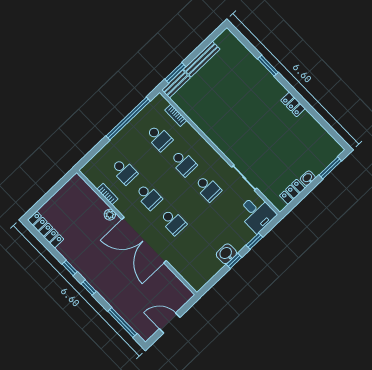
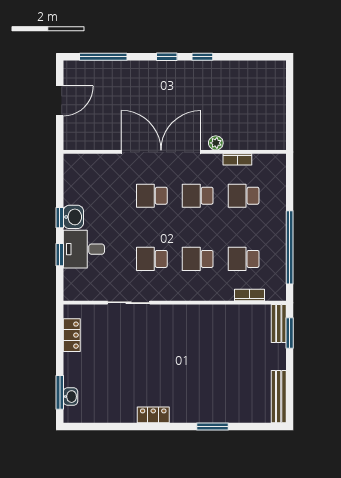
bench: (202, 59) -> (279, 397), moved
washbasin: (308, 178) -> (71, 397), moved
desk: (257, 213) -> (84, 249), moved
locker: (46, 230) -> (260, 69), removed

